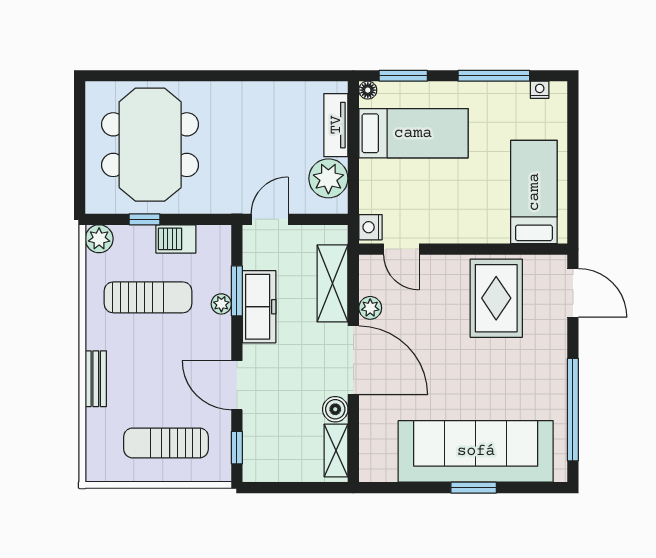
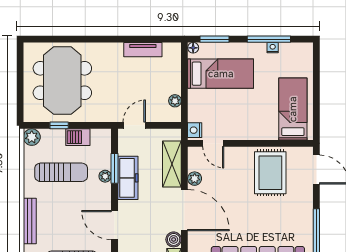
nightstand: (540, 90) -> (273, 48), moved
tv unit: (336, 125) -> (143, 50), moved, turned -90
plant: (328, 178) -> (175, 101), width x0.53, depth x0.53
bench: (96, 379) -> (30, 221), width x1.36

